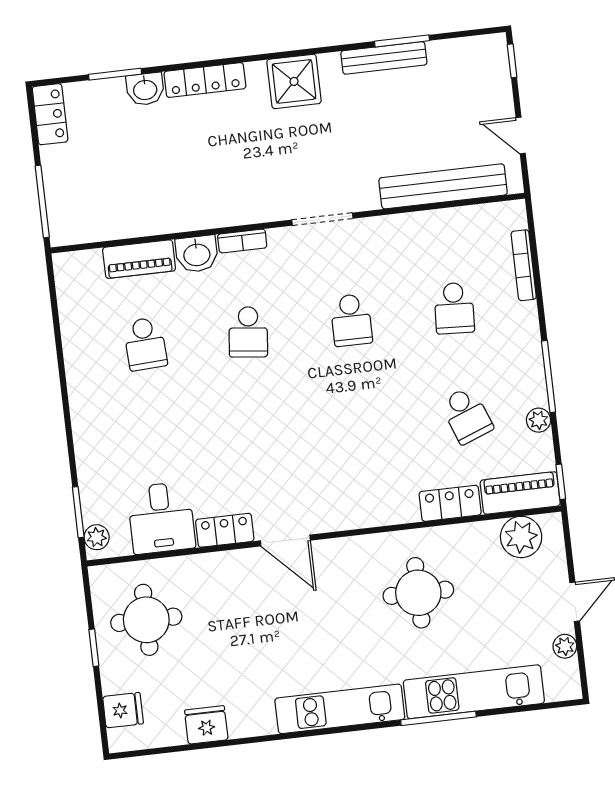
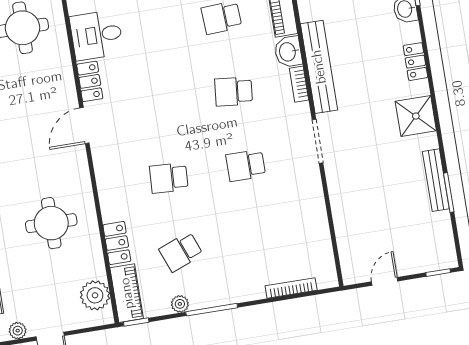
locker: (205, 80) -> (415, 62), width x0.66
bench: (443, 186) -> (319, 67), moved
school desk: (454, 308) -> (169, 178), moved

